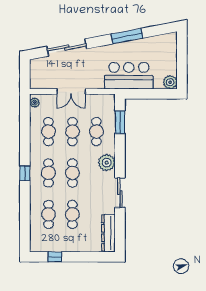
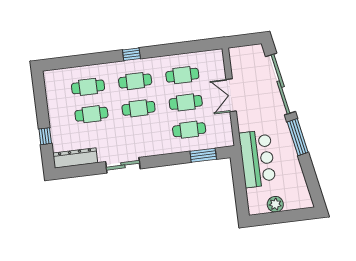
window: (127, 36) -> (298, 137), moved
sliding door: (67, 48) -> (281, 84), width x1.36
plant: (170, 82) -> (275, 204), moved
plant: (34, 103) -> (213, 55), removed
plant: (107, 163) -> (155, 146), removed
window: (55, 257) -> (45, 136), moved

